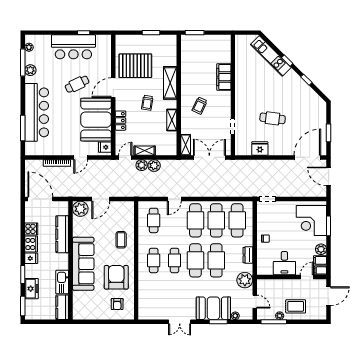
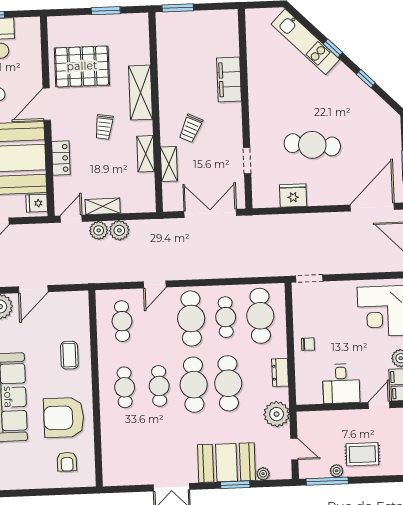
cafe table: (273, 118) -> (312, 145), width x1.37, depth x1.35
shelving: (186, 145) -> (169, 164), moved
cafe table: (216, 220) -> (226, 317), width x0.73, depth x0.74
armchair: (116, 277) -> (64, 418), turned -90

